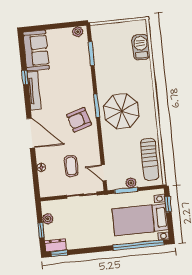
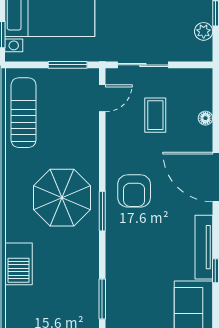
barbecue: (141, 47) -> (18, 264), moved
armchair: (79, 120) -> (134, 191), turned 107
door: (104, 173) -> (102, 98), hinge flipped
plant: (131, 183) -> (59, 77), removed

